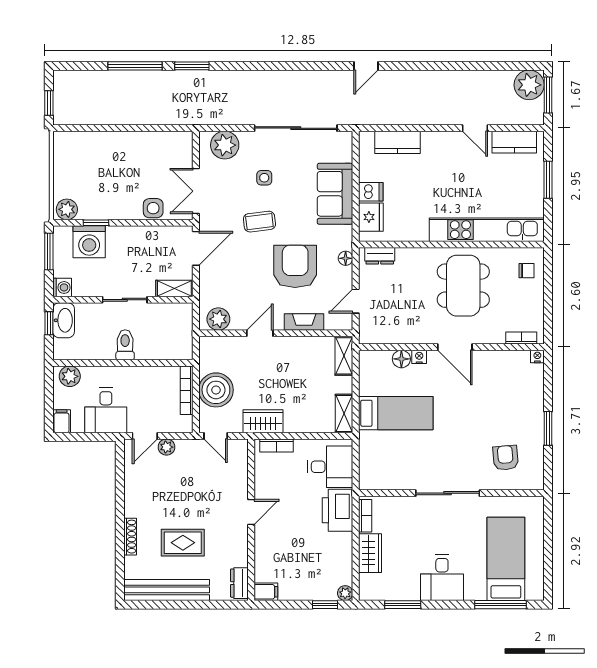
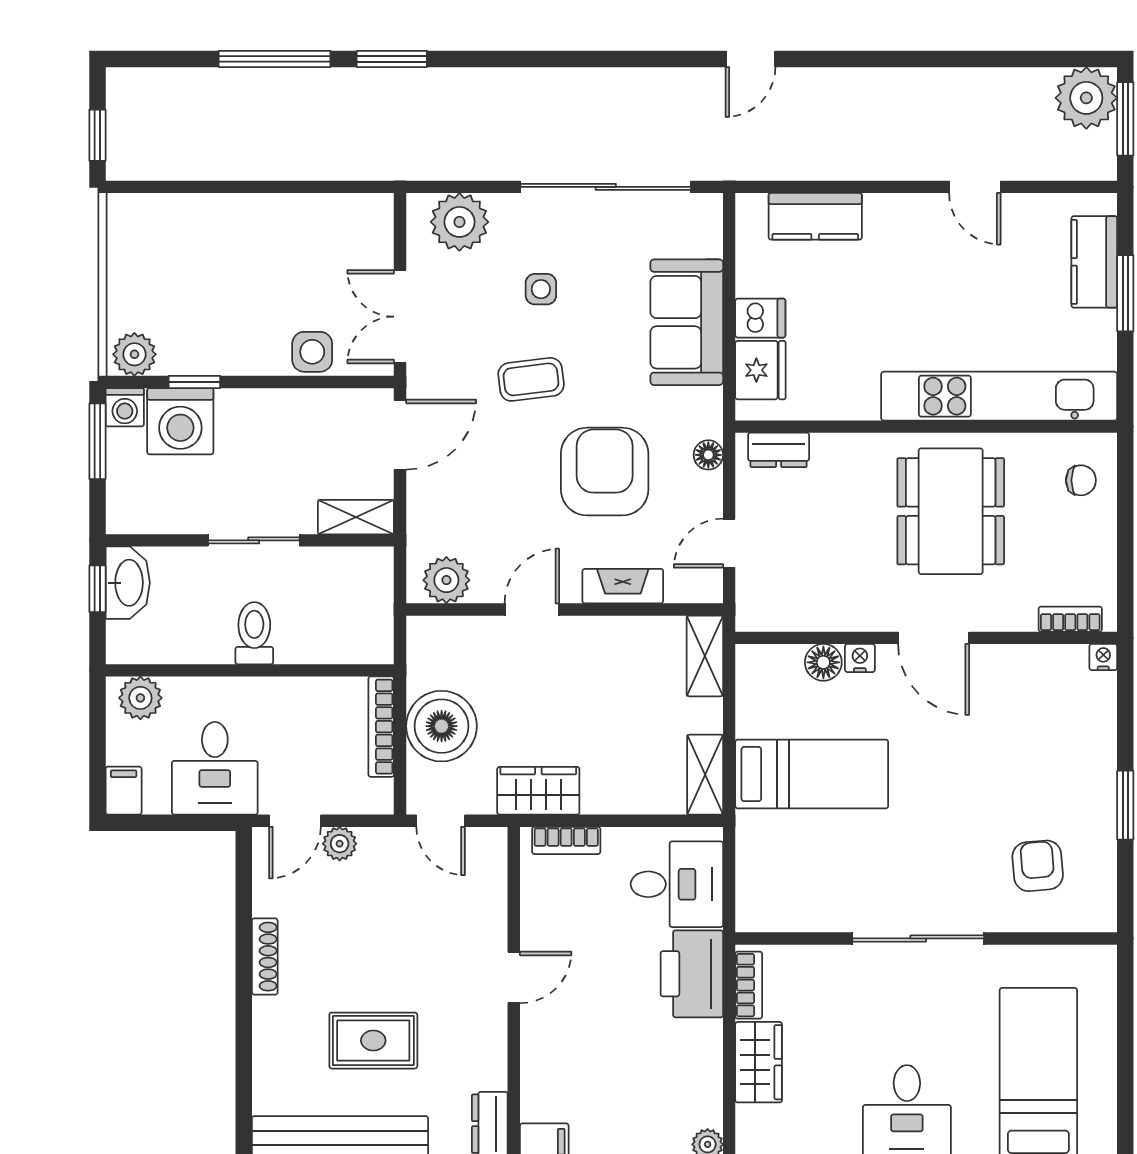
kitchen counter: (514, 142) -> (1094, 262), moved, turned 90
washing machine: (62, 287) -> (125, 407), moved, turned 90
shoe rack: (130, 537) -> (265, 957), moved

